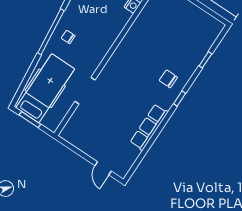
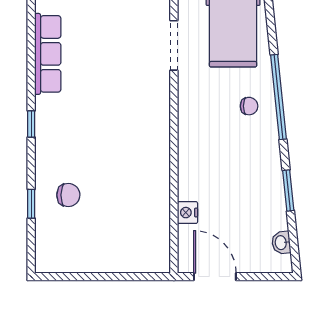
chair: (168, 79) -> (68, 195), moved

